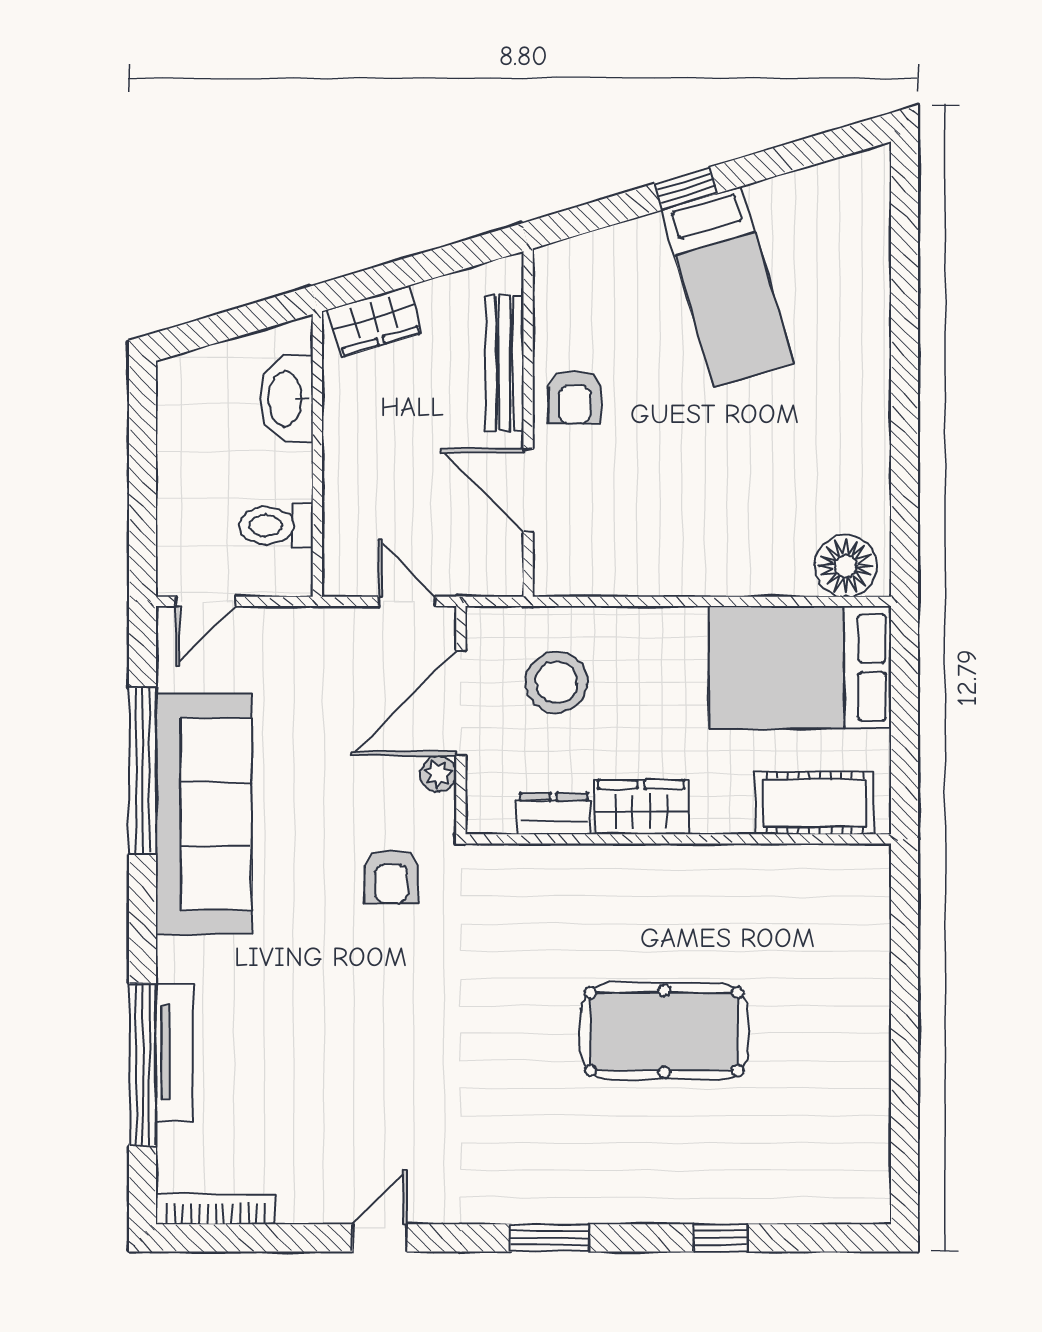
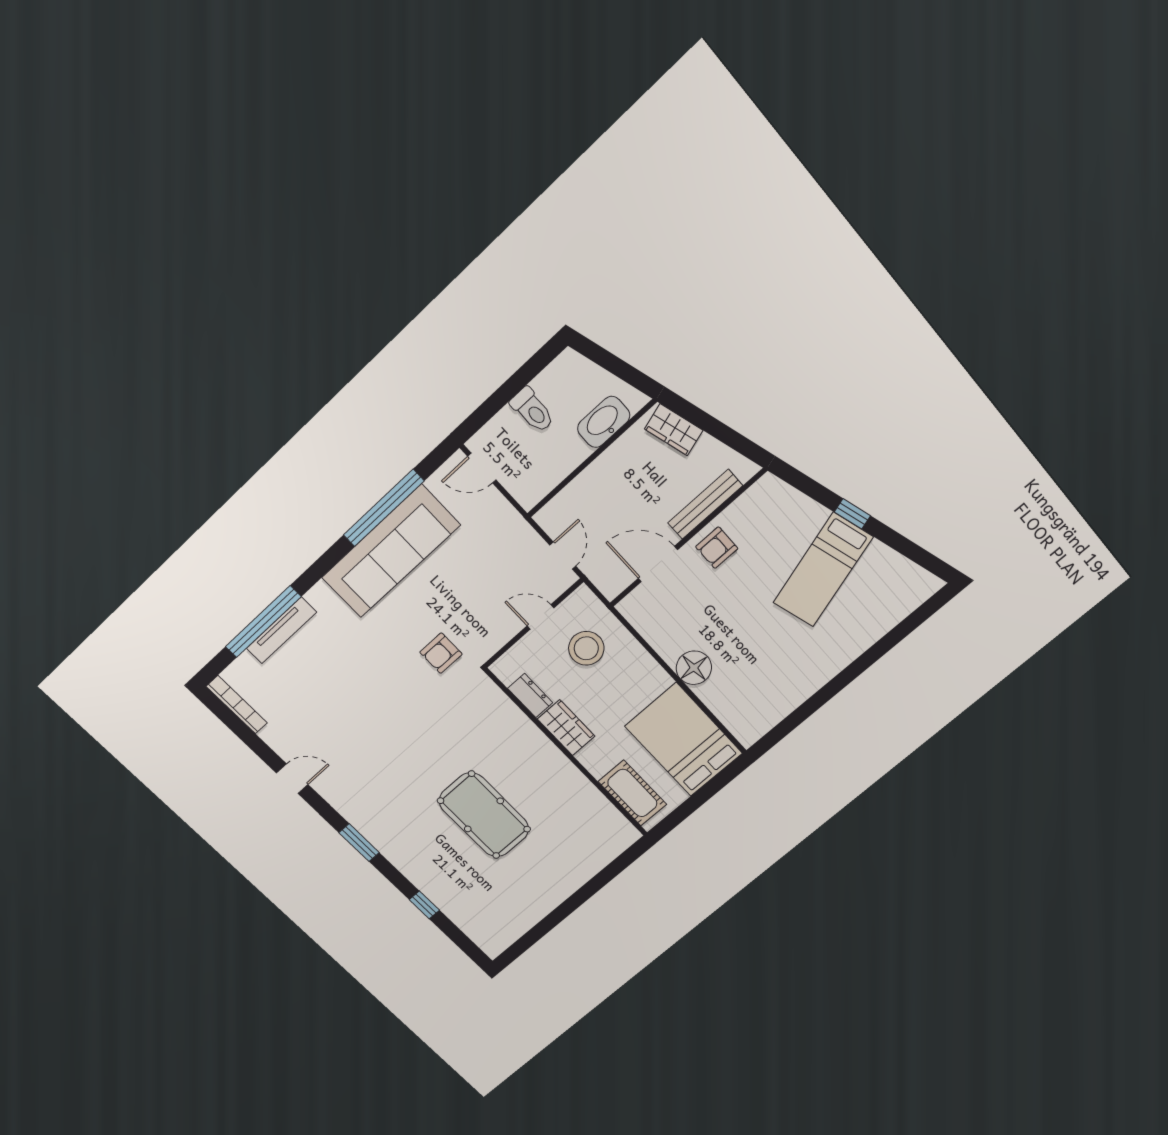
door: (528, 491) -> (658, 564), hinge flipped
toilet: (276, 525) -> (532, 410), moved, turned 180
floor lamp: (846, 566) -> (694, 668), moved
door: (461, 703) -> (541, 617), width x0.53
plant: (438, 774) -> (502, 634), removed

